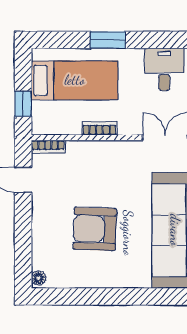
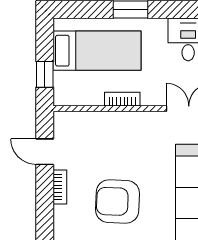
bookcase: (48, 147) -> (60, 187), moved, turned -90

